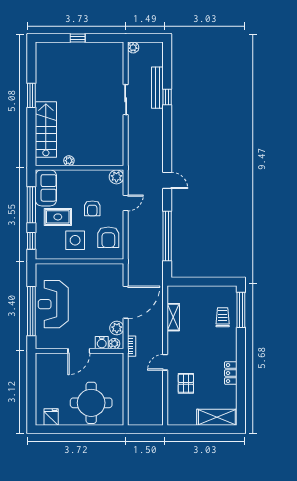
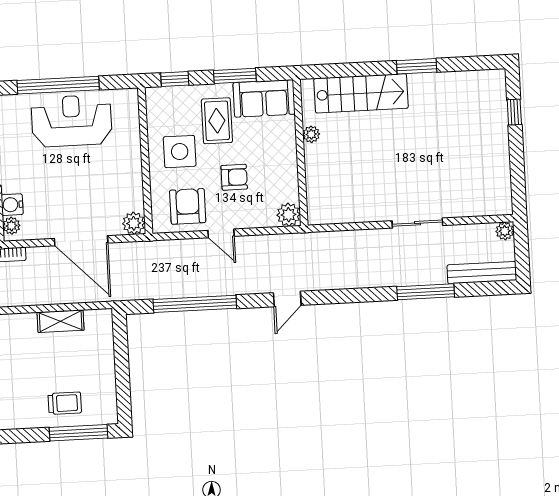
window: (78, 38) -> (514, 112), moved
bench: (157, 88) -> (482, 273), moved
window: (167, 97) -> (426, 292), width x2.17
door: (126, 203) -> (221, 233), moved
window: (31, 205) -> (235, 76), width x0.69
armchair: (92, 208) -> (234, 177), turned 180
armchair: (108, 237) -> (188, 206), turned 90
plant: (117, 328) -> (134, 223), moved

